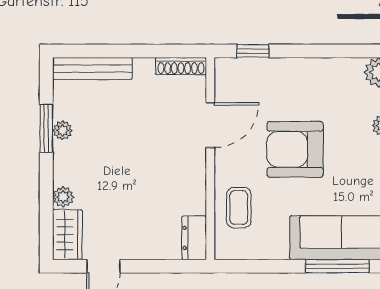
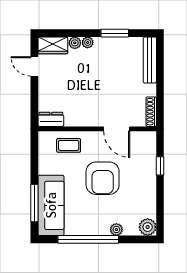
window: (253, 51) -> (160, 166), moved
plant: (62, 130) -> (88, 42), moved
armchair: (295, 149) -> (103, 178), turned 180

